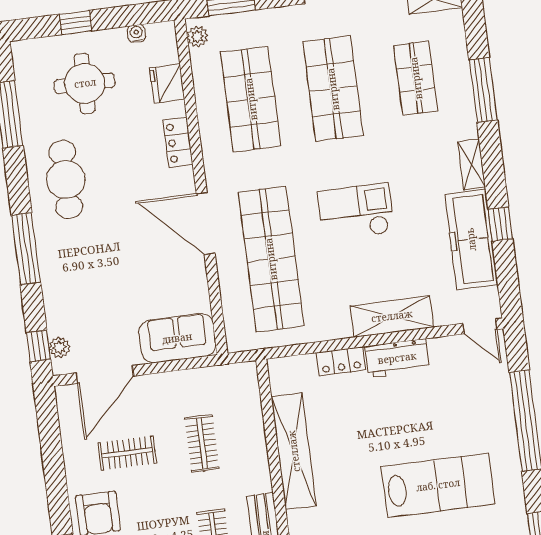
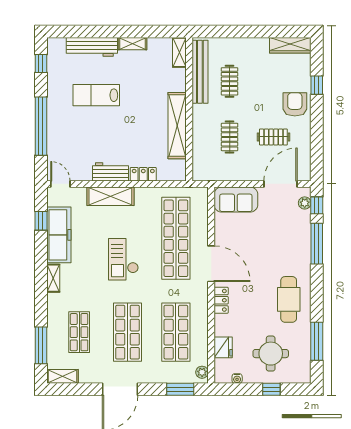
window: (483, 90) -> (41, 345), moved
locker: (178, 142) -> (221, 300), moved
checkout: (356, 212) -> (123, 259), turned 90
window: (500, 224) -> (41, 221), moved
window: (26, 249) -> (317, 244), moved
lab bench: (438, 485) -> (96, 95), width x0.73, depth x0.72

